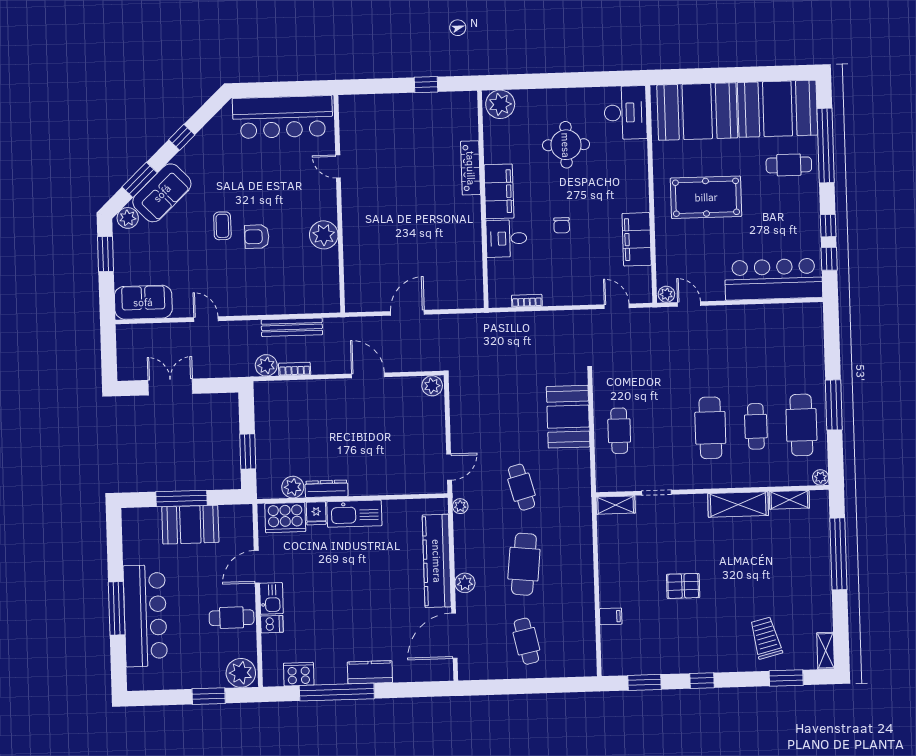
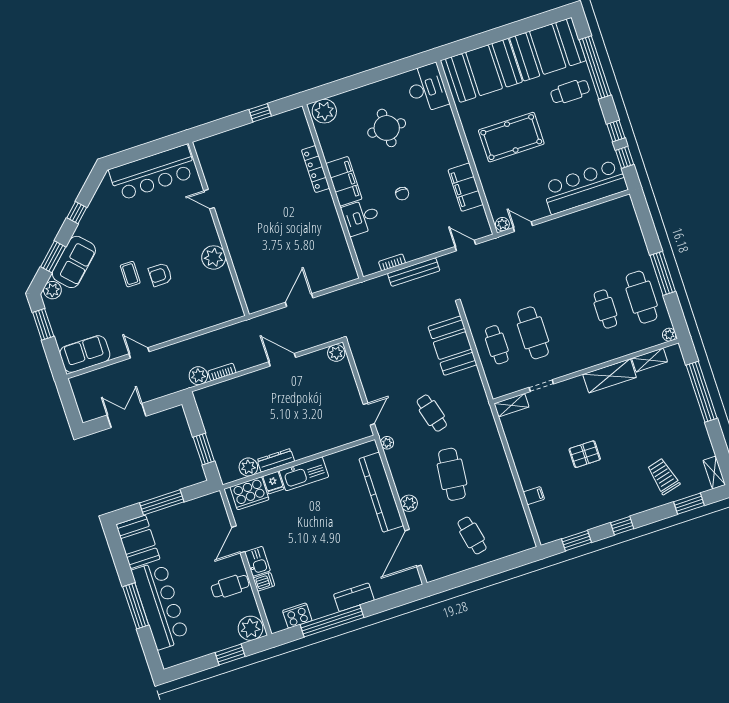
bench: (292, 327) -> (414, 272), moved
cafe table: (710, 428) -> (533, 333), moved
booth: (190, 525) -> (138, 542), moved, turned 90

